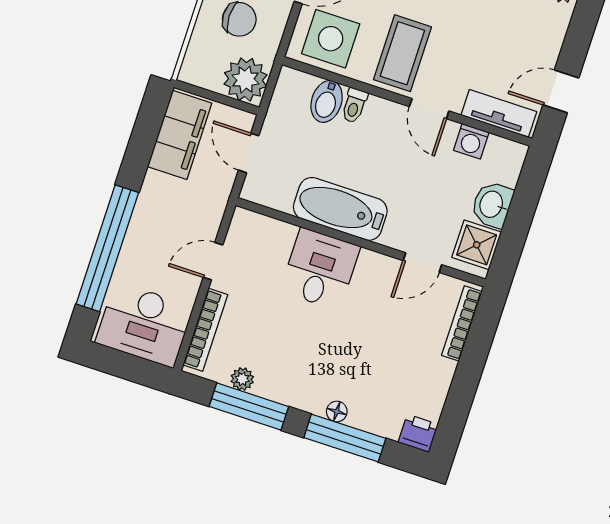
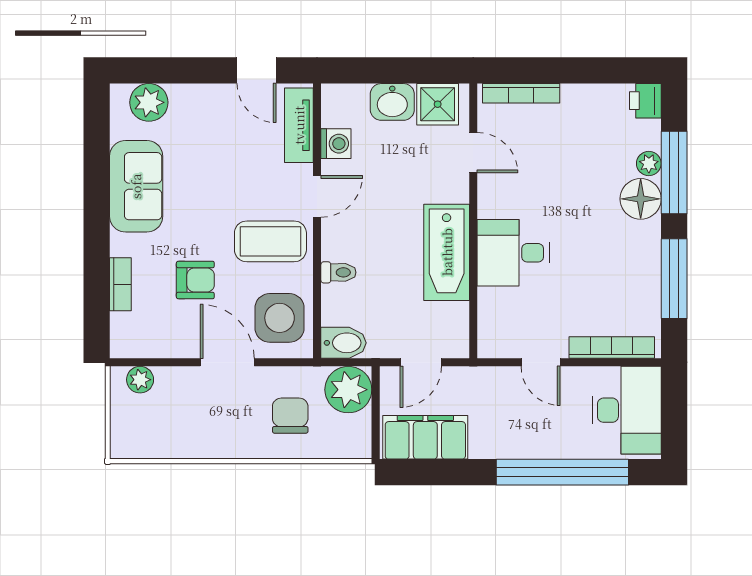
bidet: (327, 101) -> (344, 343), moved
plant: (242, 379) -> (649, 164), moved
floor lamp: (337, 412) -> (641, 199), width x1.89, depth x1.89

